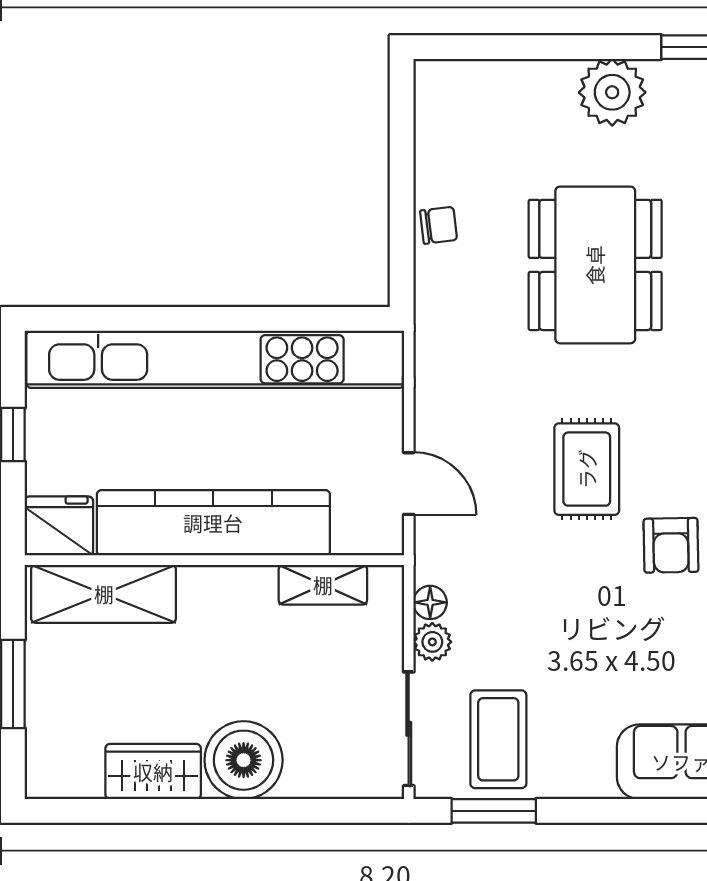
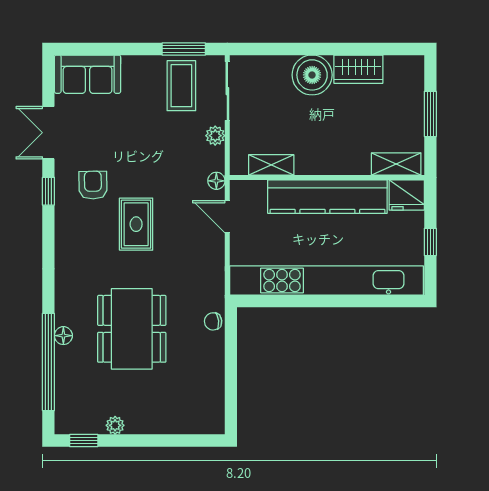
plant: (612, 92) -> (115, 425), width x0.53, depth x0.53
chair: (439, 225) -> (213, 321), moved
shelving: (104, 594) -> (396, 164), width x0.67, depth x0.75
floor lamp: (430, 602) -> (216, 181), moved

